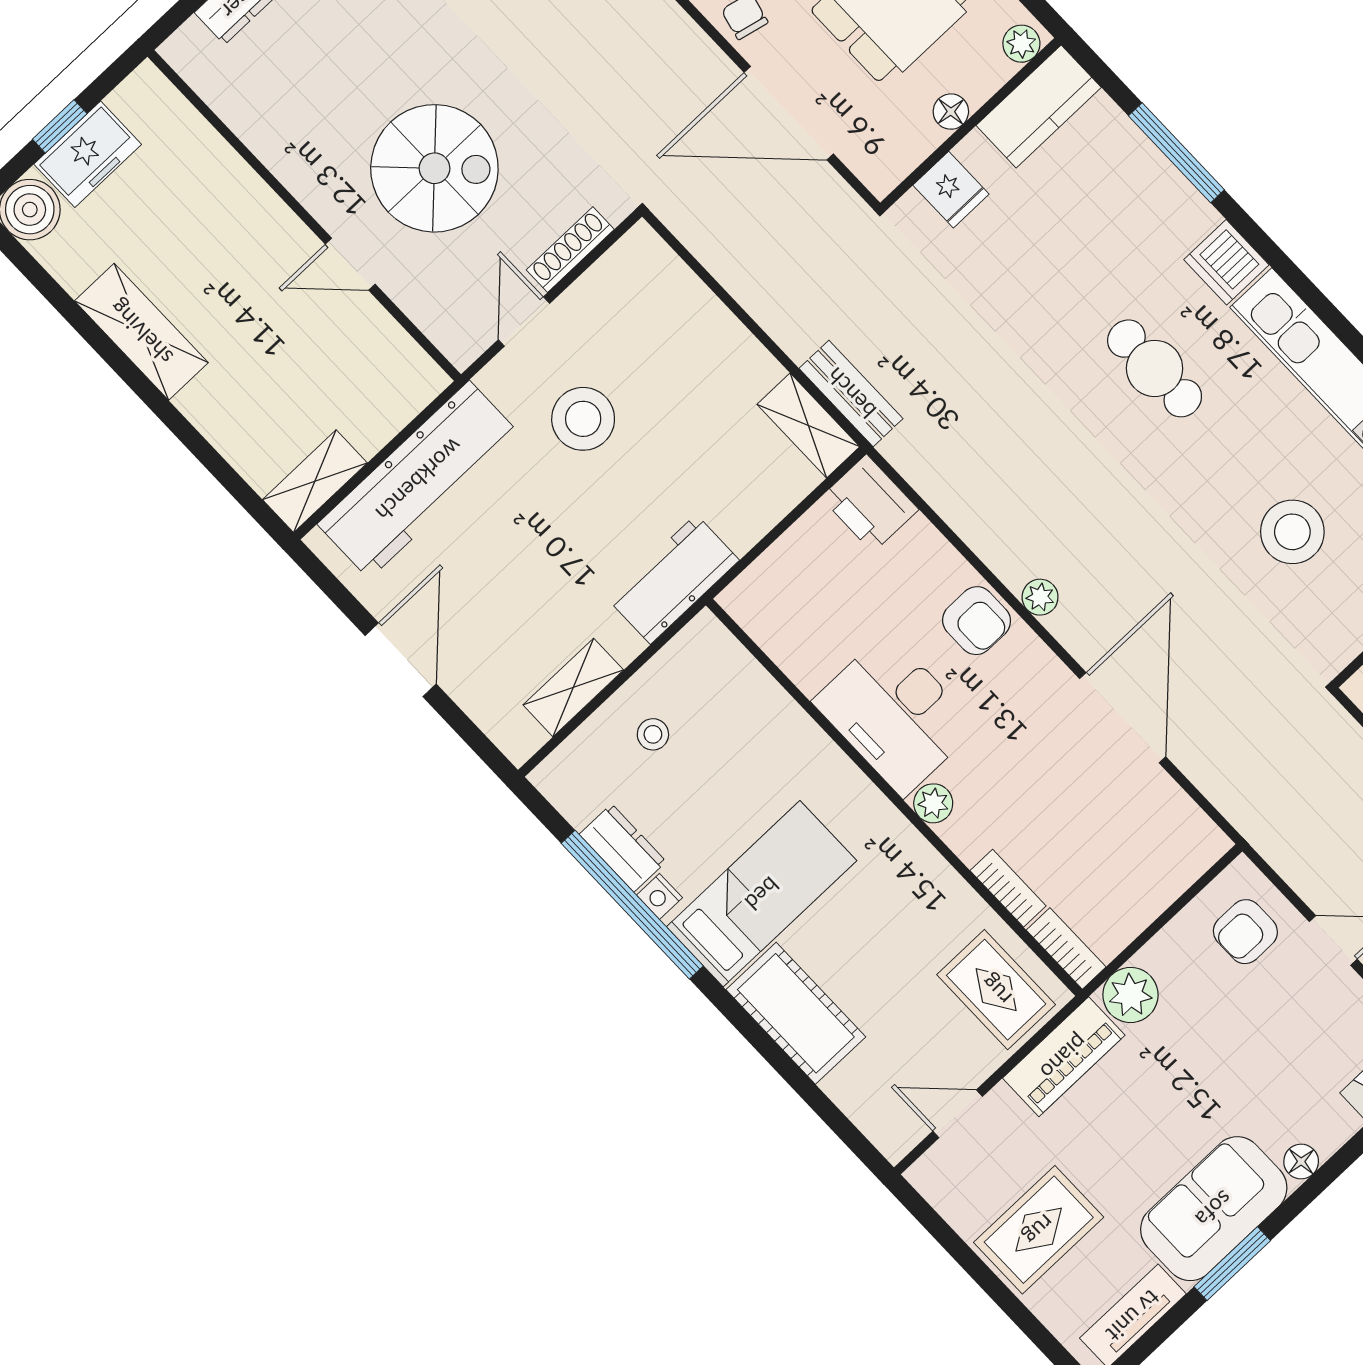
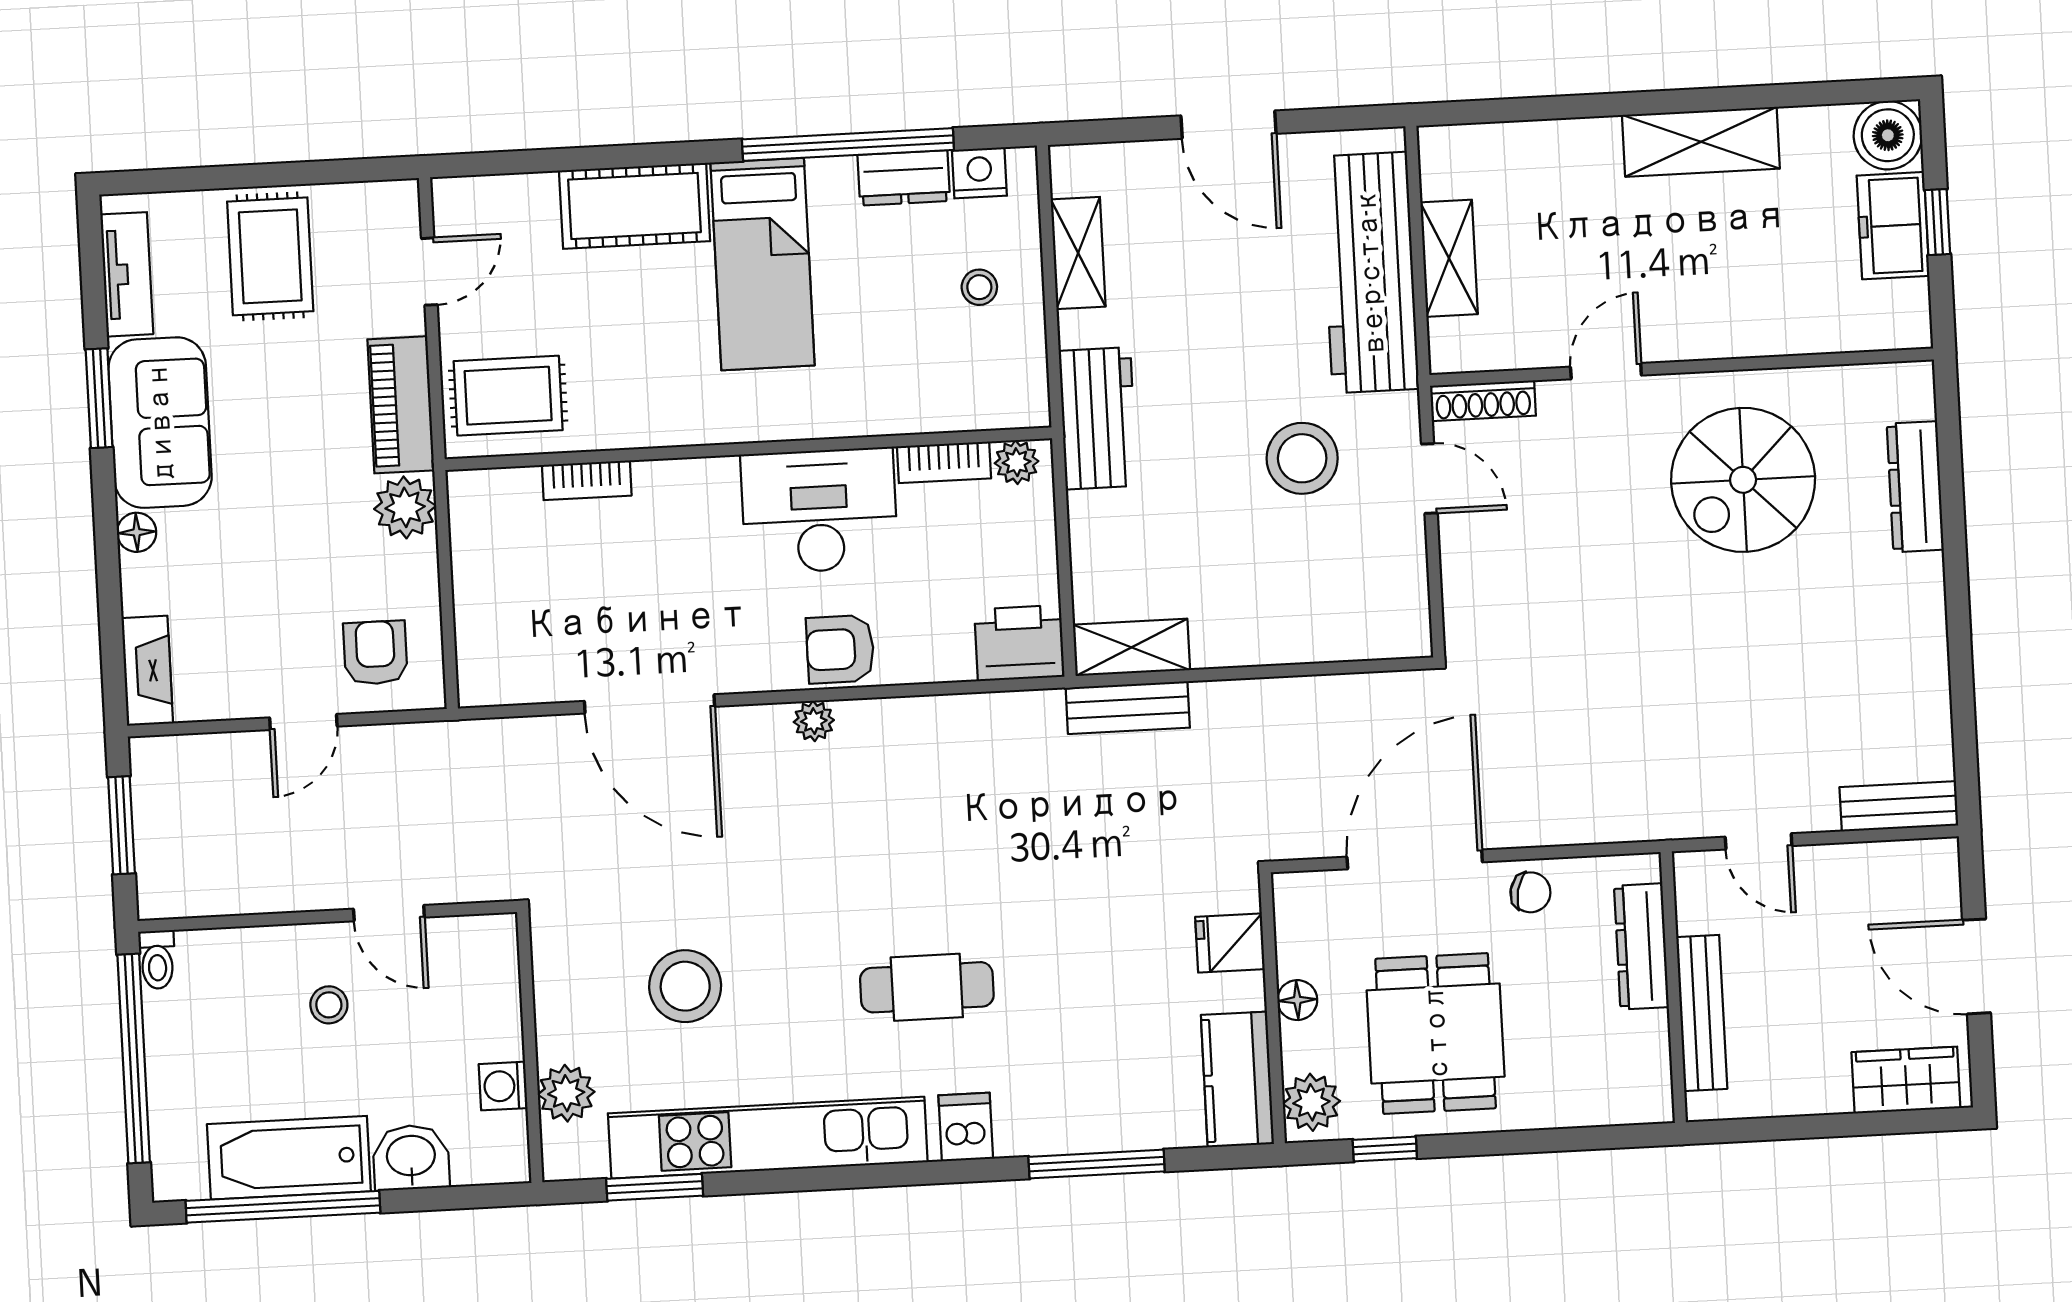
plant: (1021, 44) -> (1311, 1102), width x1.38, depth x1.38
spiral stairs: (434, 168) -> (1743, 480), moved
shoe rack: (570, 250) -> (1483, 401), moved, turned 90
dishwasher: (1226, 262) -> (966, 1127), width x0.73
shelving: (315, 481) -> (1449, 258), moved
plant: (933, 803) -> (1017, 462), moved
nightstand: (659, 896) -> (979, 173), moved, width x1.39, depth x1.35
bookcase: (1066, 948) -> (944, 462), moved

